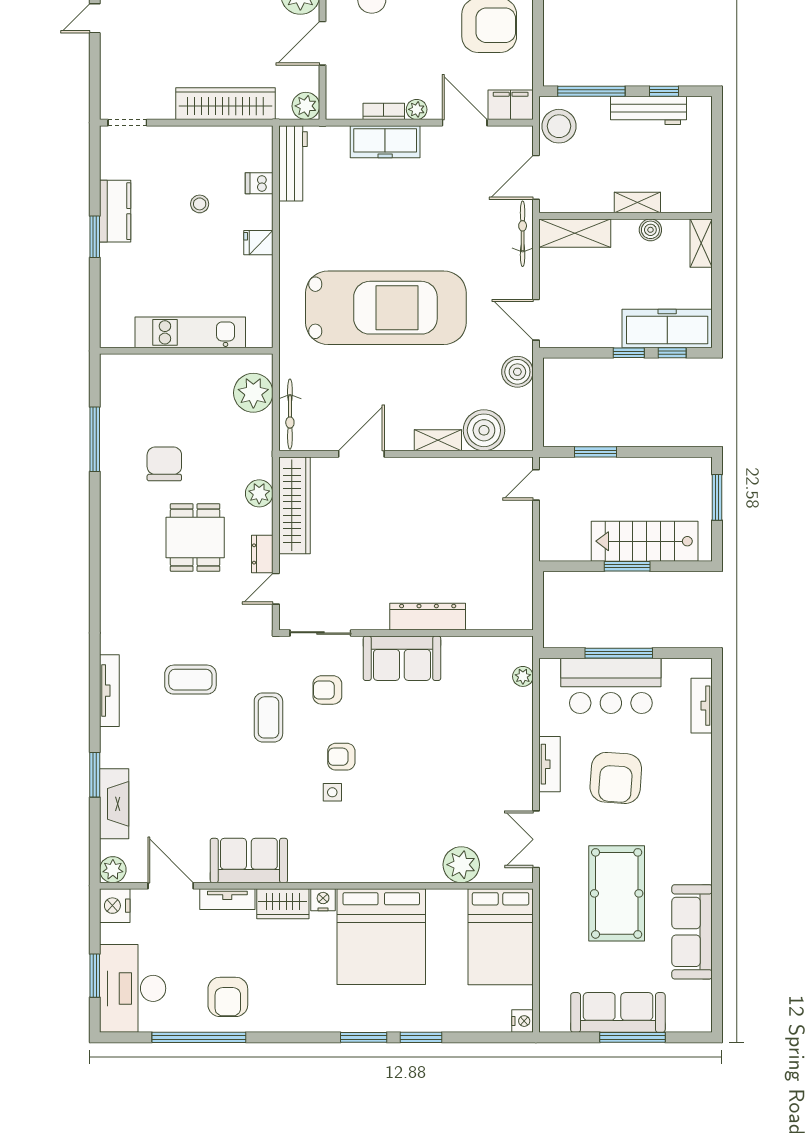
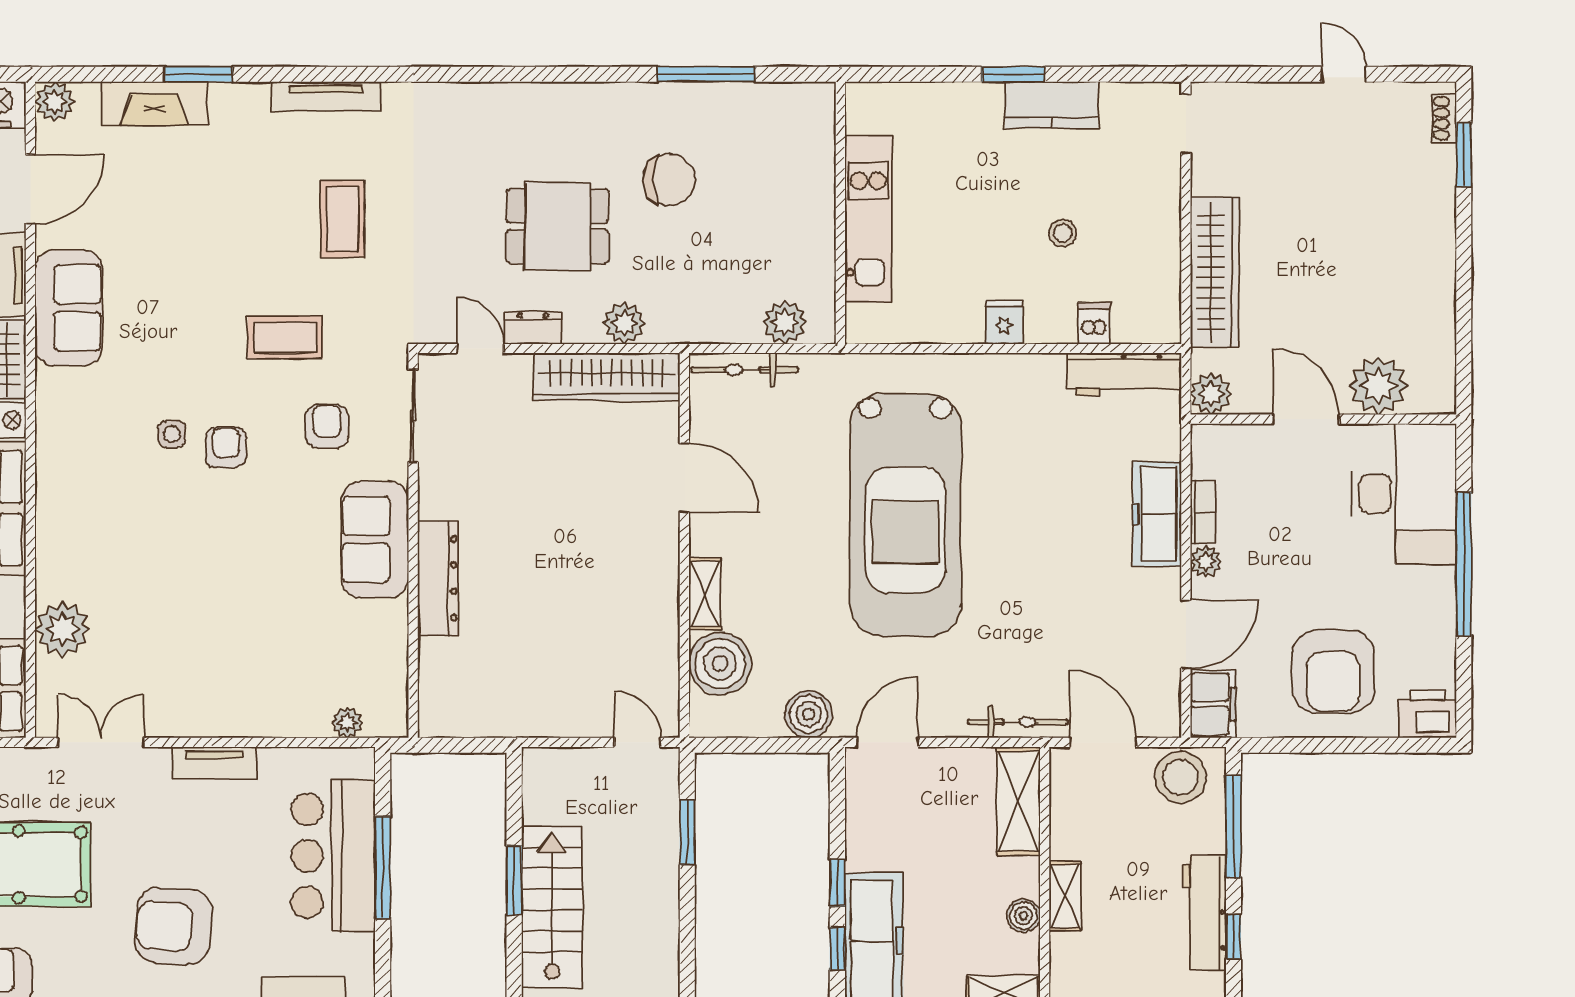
plant: (253, 393) -> (785, 322), width x0.73, depth x0.73
armchair: (616, 778) -> (173, 926), moved

